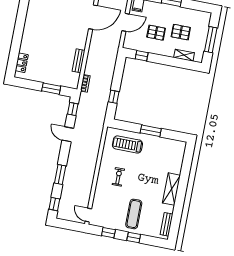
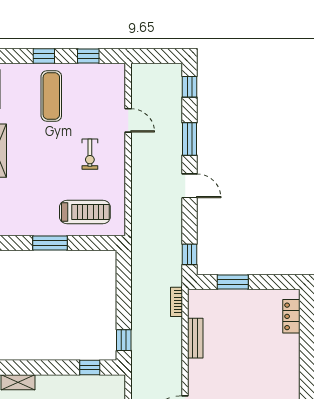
window: (114, 97) -> (124, 340), moved
door: (68, 134) -> (190, 186), moved
door: (88, 215) -> (128, 120), moved

